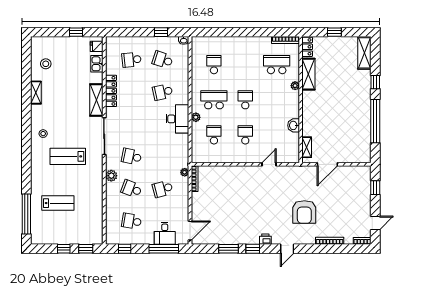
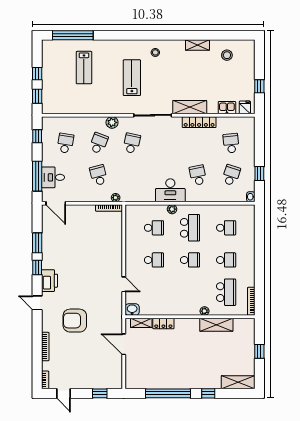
locker: (307, 47) -> (163, 323), moved
school desk: (245, 65) -> (226, 260), added
washbasin: (294, 125) -> (132, 310), moved
printer: (265, 239) -> (49, 281), width x1.87, depth x1.48

